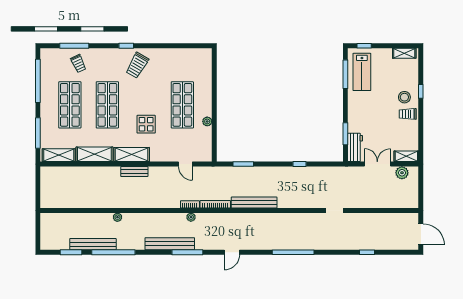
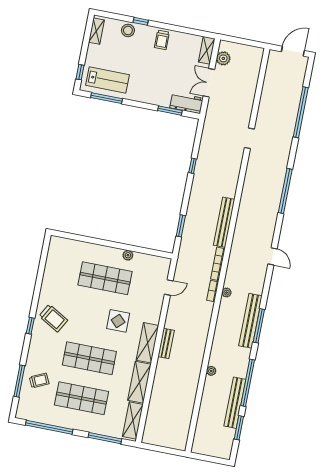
stool: (404, 97) -> (128, 30), moved
window: (187, 252) -> (259, 326), moved
window: (367, 252) -> (301, 112), width x3.17

